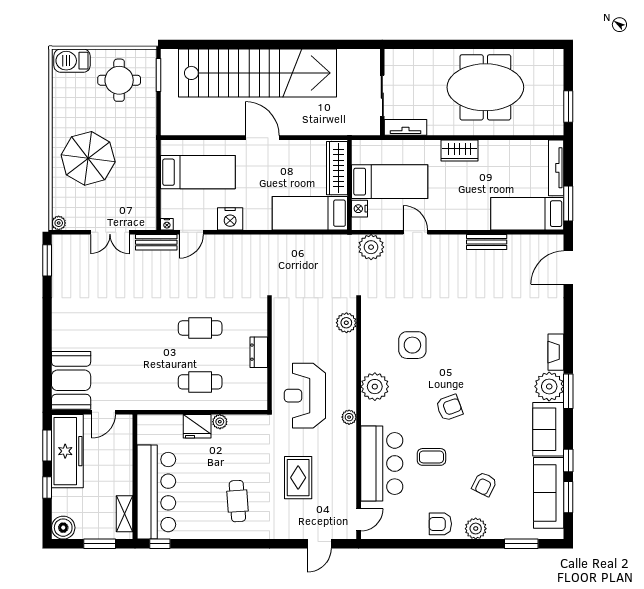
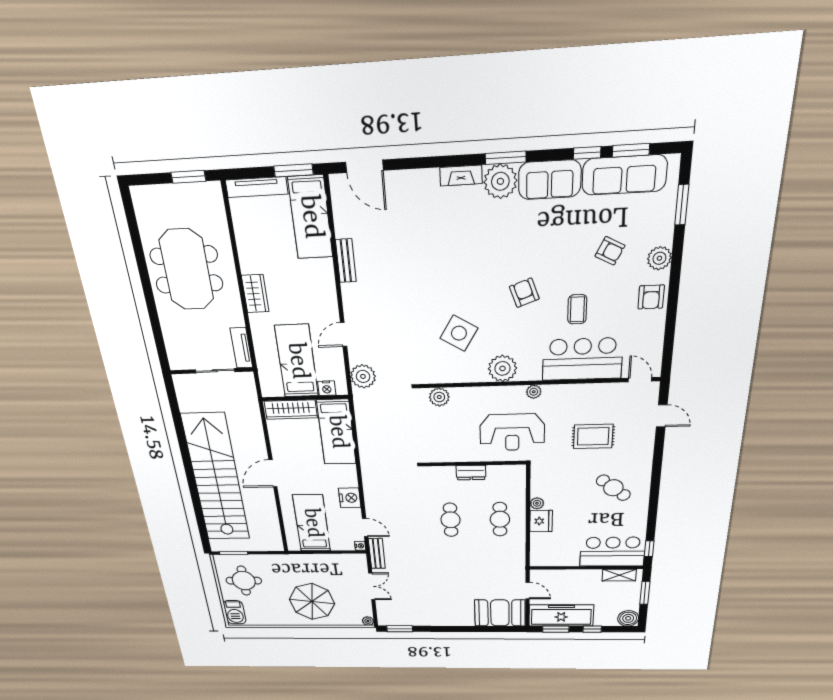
side table: (412, 345) -> (459, 333), turned 31
bar counter: (156, 492) -> (612, 552), width x0.73
cafe table: (237, 501) -> (613, 488), turned 43

